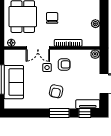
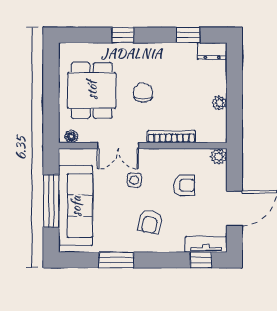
armchair: (64, 64) -> (184, 185), moved
sofa: (14, 82) -> (76, 206), width x1.36
window: (59, 113) -> (116, 260), moved

